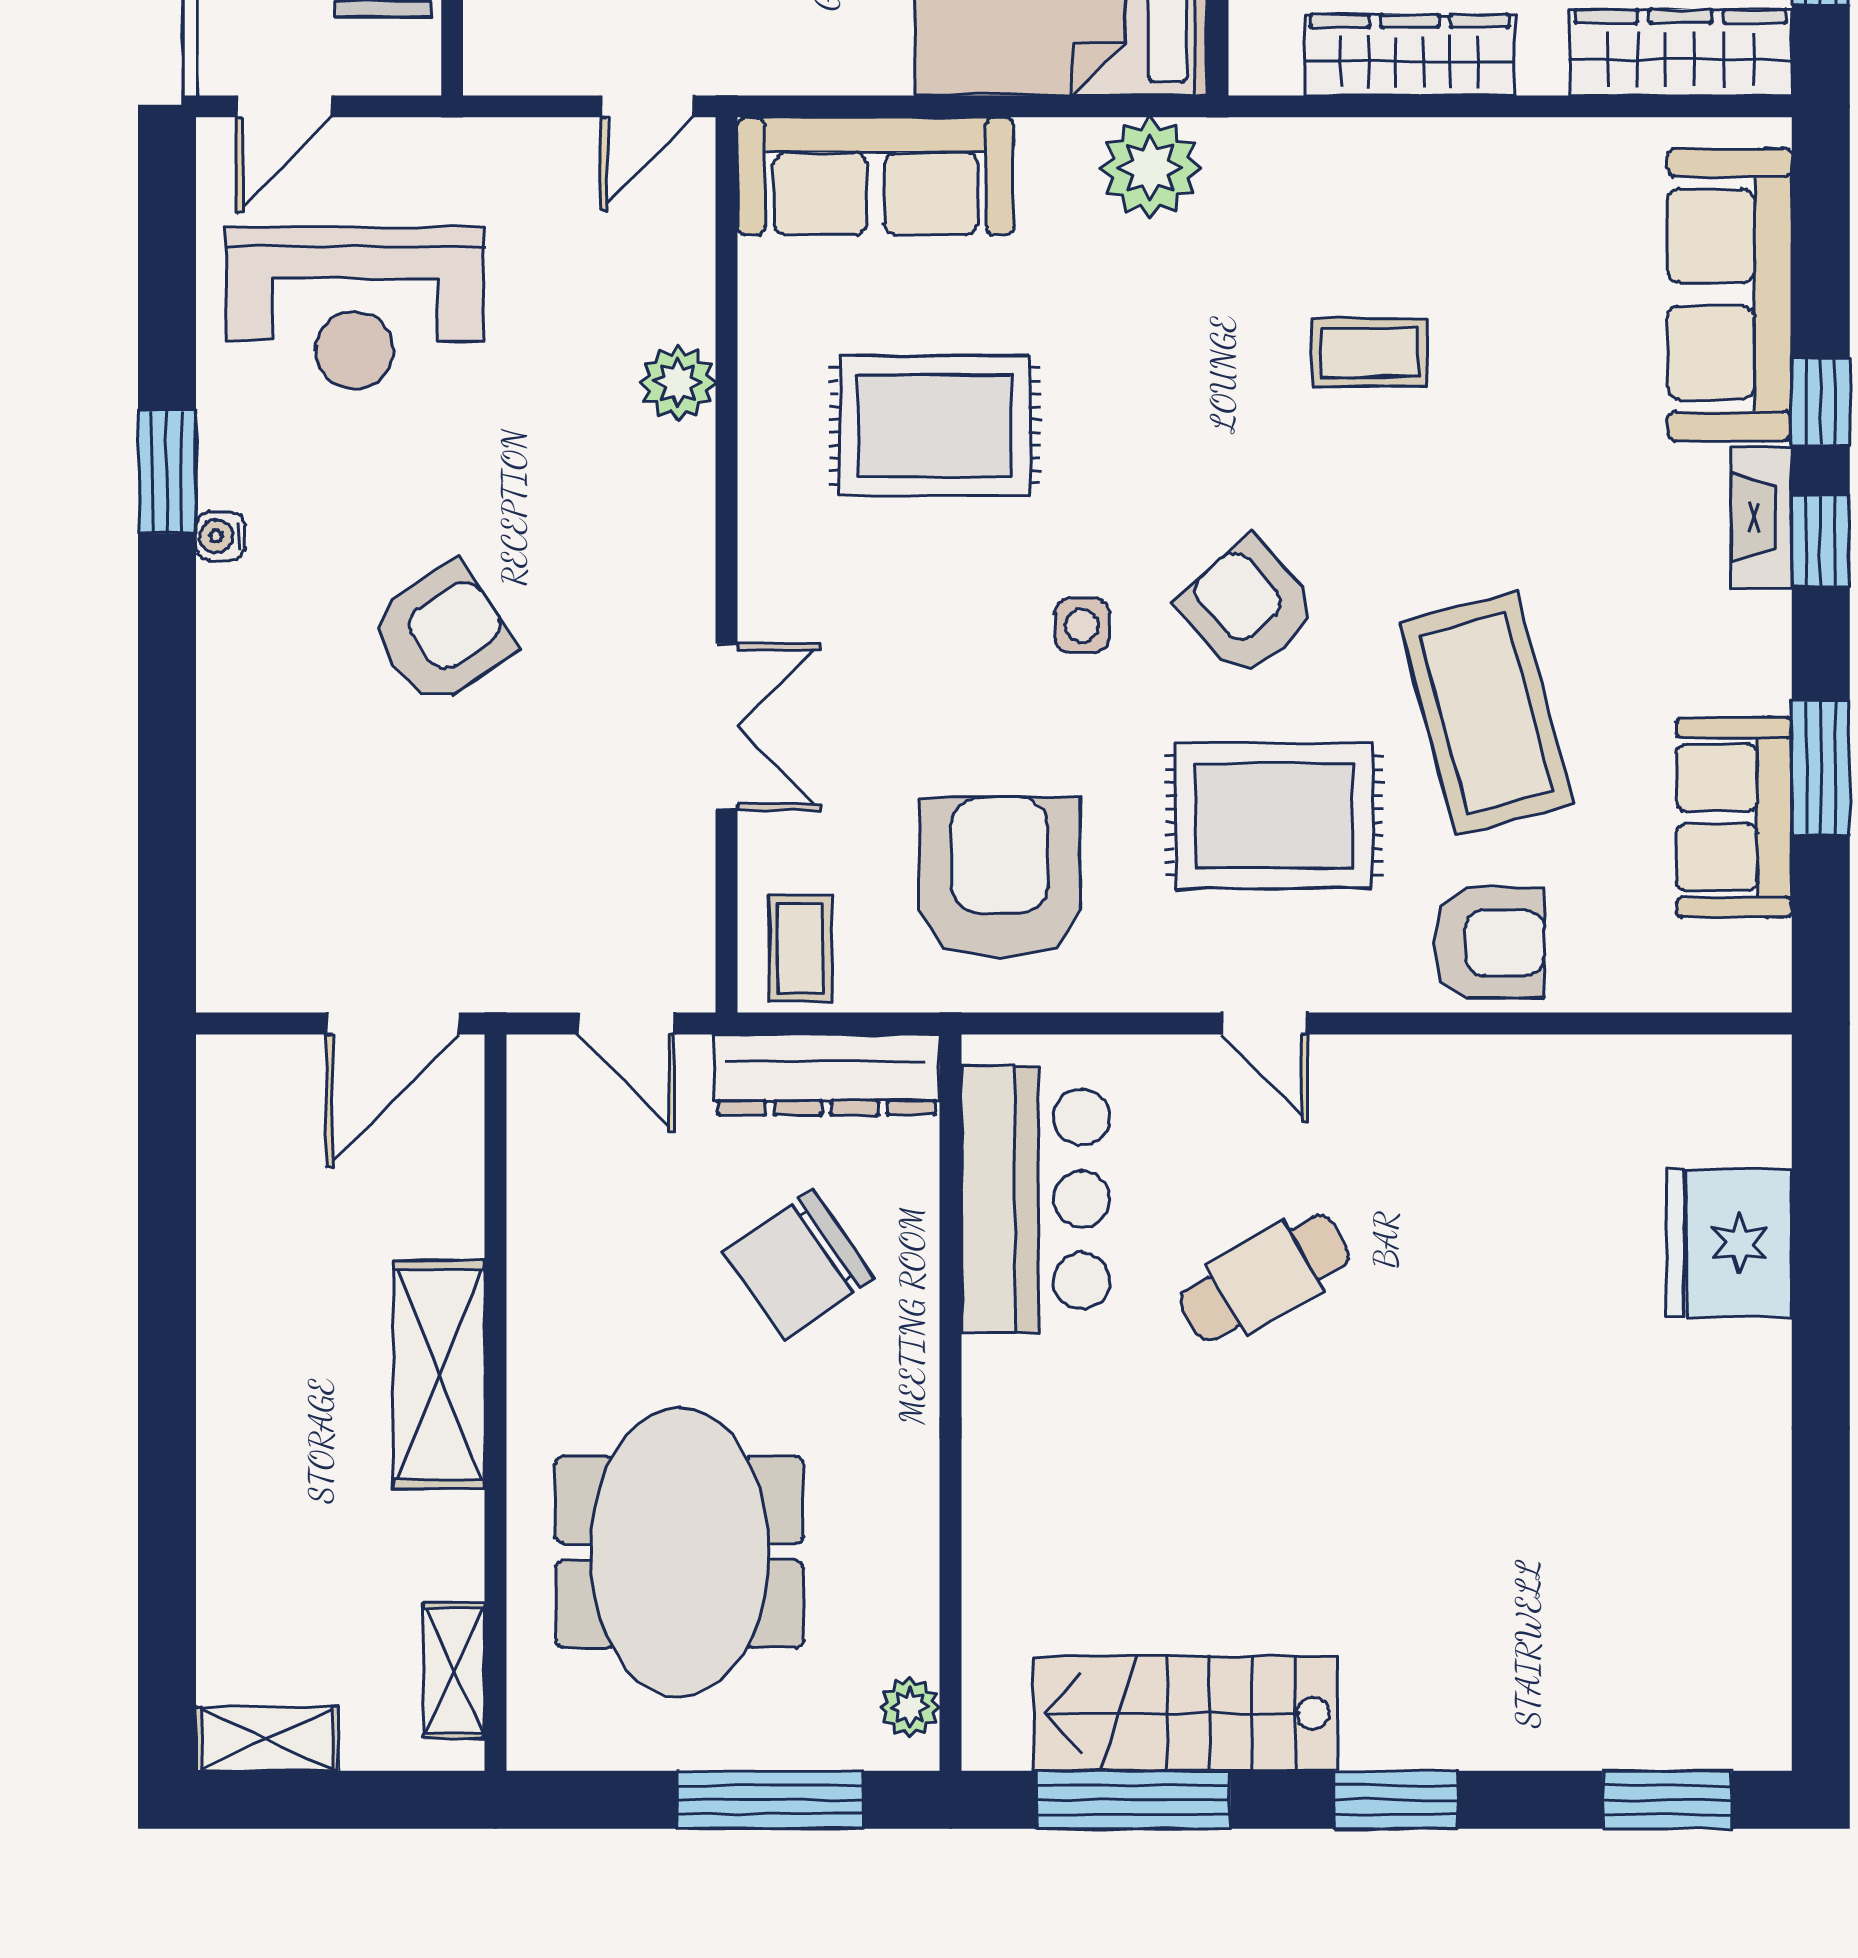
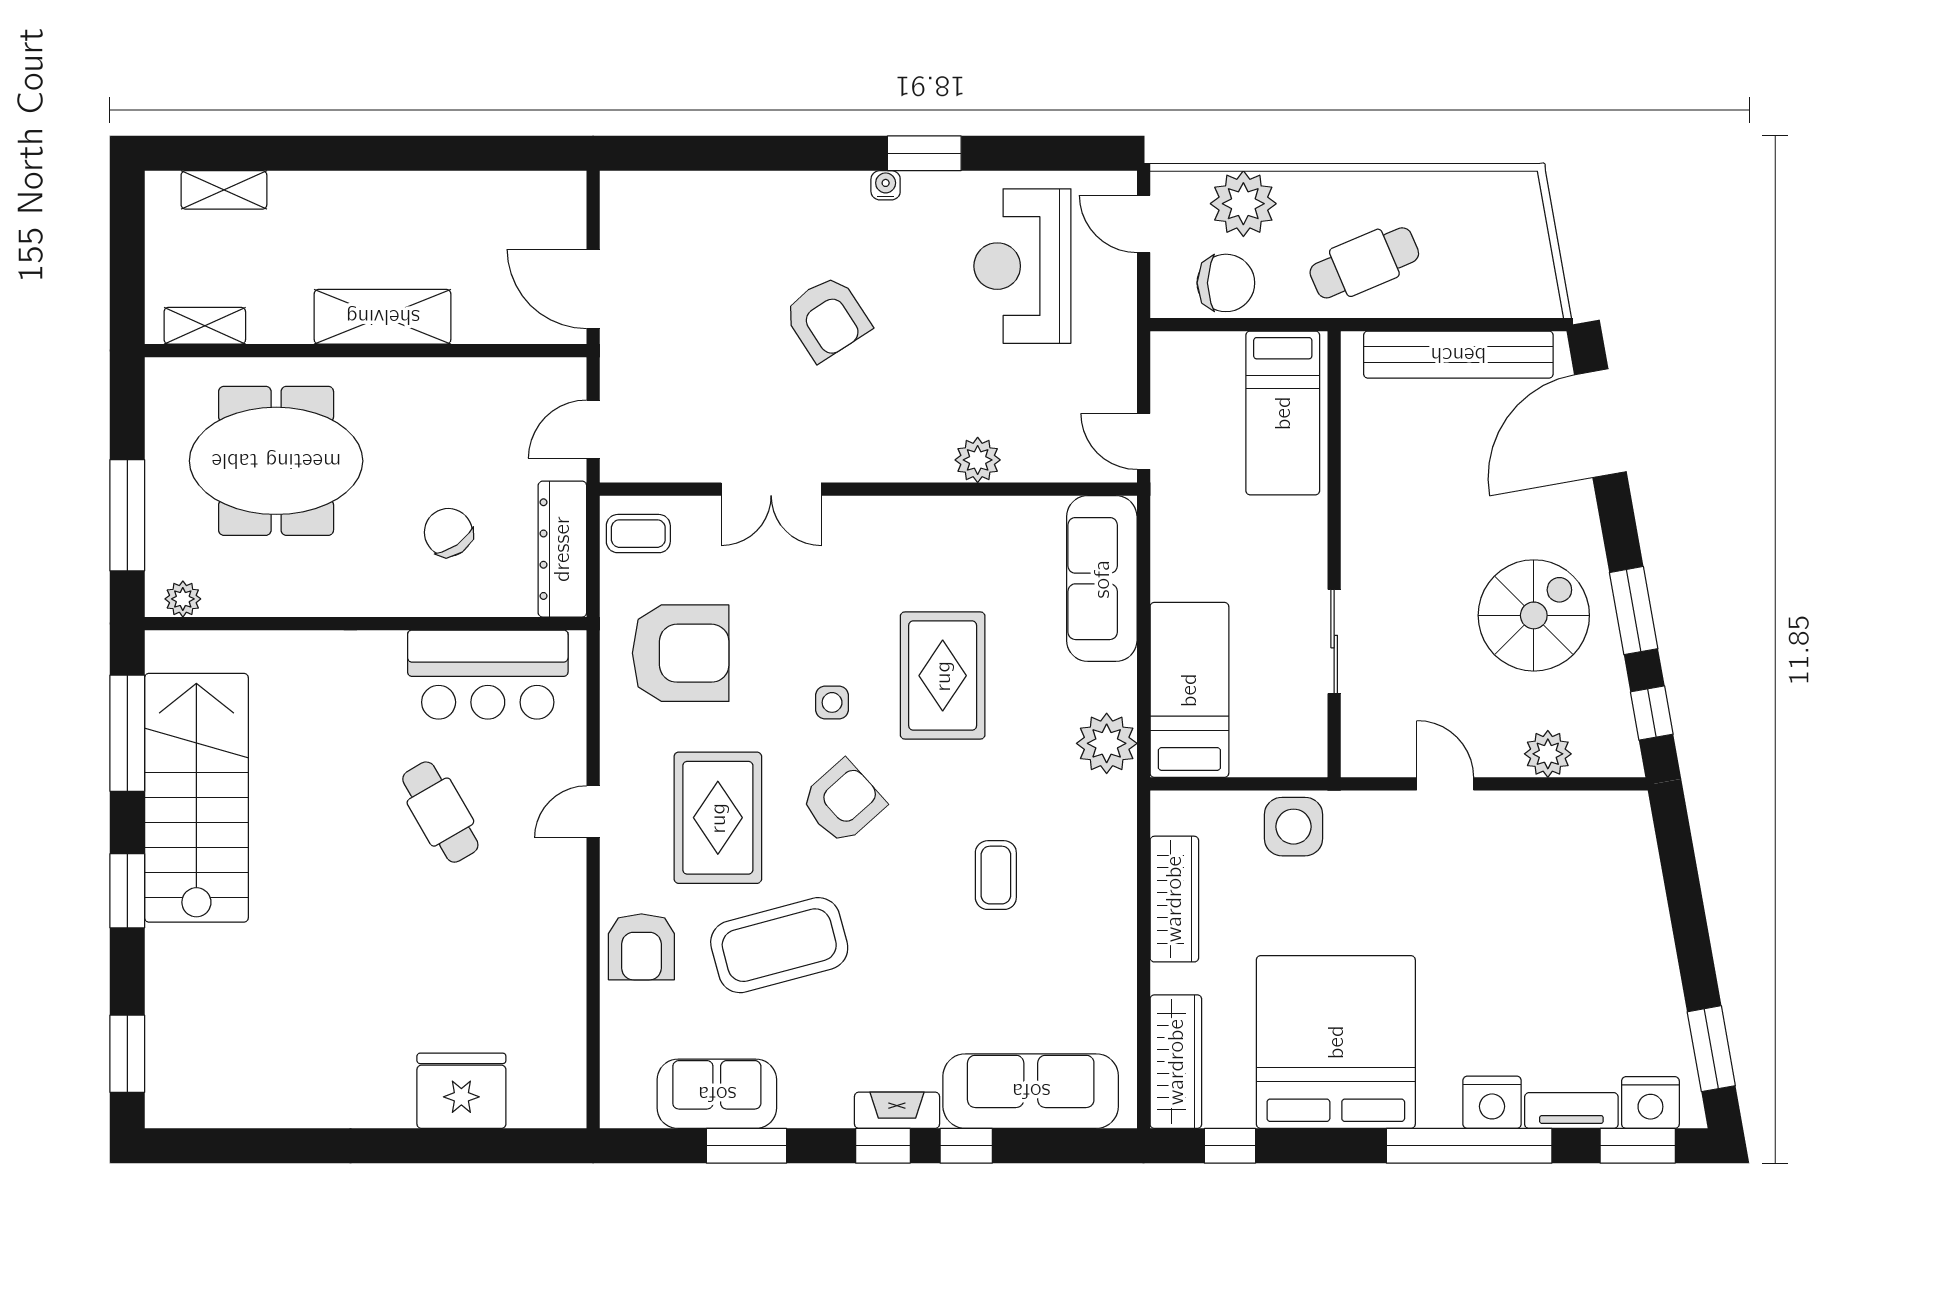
rug: (935, 426) -> (943, 676), moved
chair: (799, 1265) -> (448, 532), width x0.73, depth x0.73
stairs: (1185, 1714) -> (196, 798), width x1.36, depth x1.51
shelving: (267, 1739) -> (224, 190), moved, turned 90

